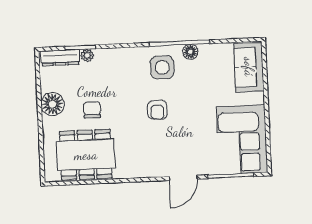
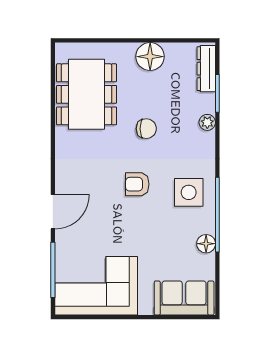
floor lamp: (190, 52) -> (206, 244), moved
plant: (87, 56) -> (207, 122), moved
chair: (92, 110) -> (146, 129), moved
door: (183, 178) -> (53, 212), swing flipped

